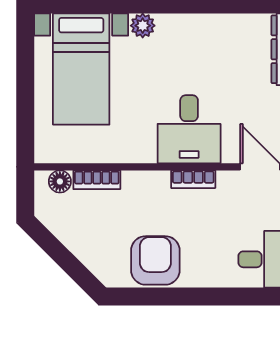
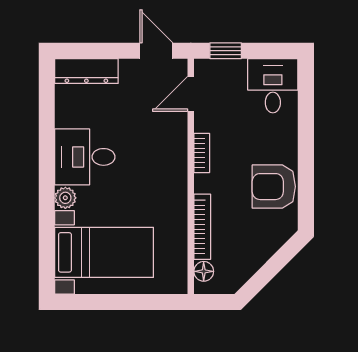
desk: (189, 129) -> (85, 157), moved, turned 180
bookcase: (97, 180) -> (202, 227), width x1.56

